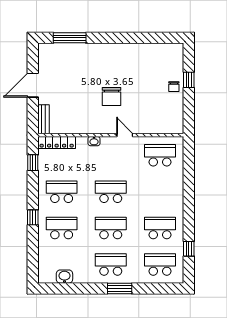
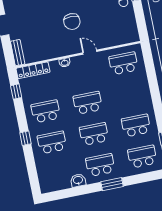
washbasin: (64, 277) -> (78, 180), moved

